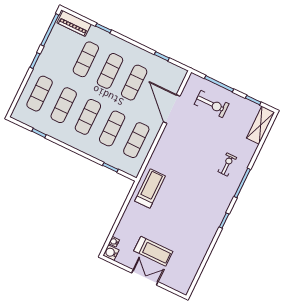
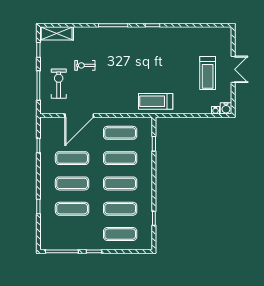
piano: (74, 23) -> (46, 233), removed
exercise bike: (227, 164) -> (85, 65), moved
treadmill: (153, 251) -> (208, 73), turned 180
double door: (145, 277) -> (233, 69), swing flipped

